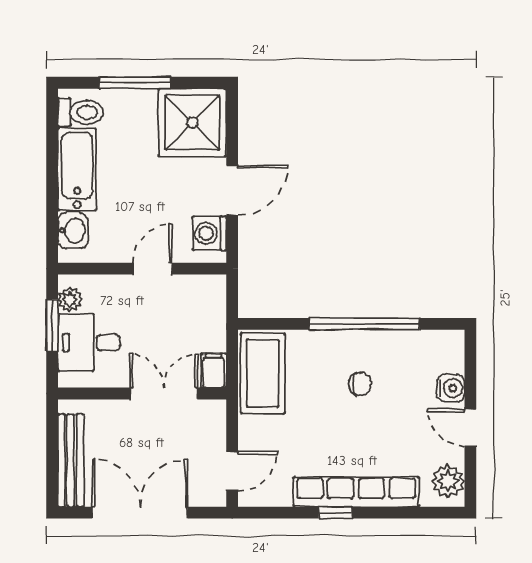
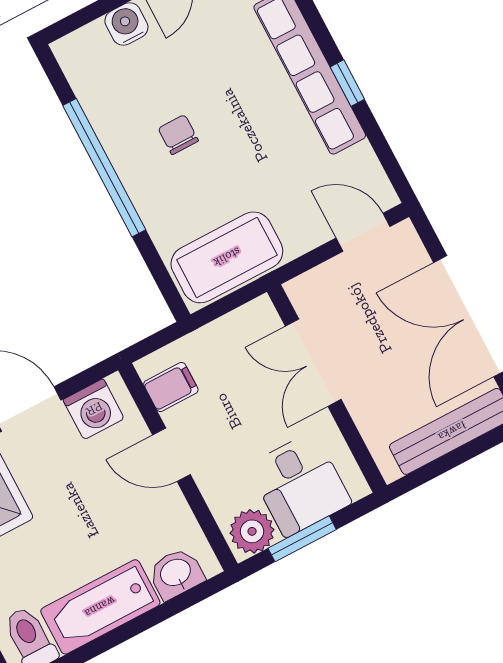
plant: (70, 300) -> (252, 531), width x1.38, depth x1.38
filing cabinet: (213, 371) -> (171, 387), moved, turned 180

